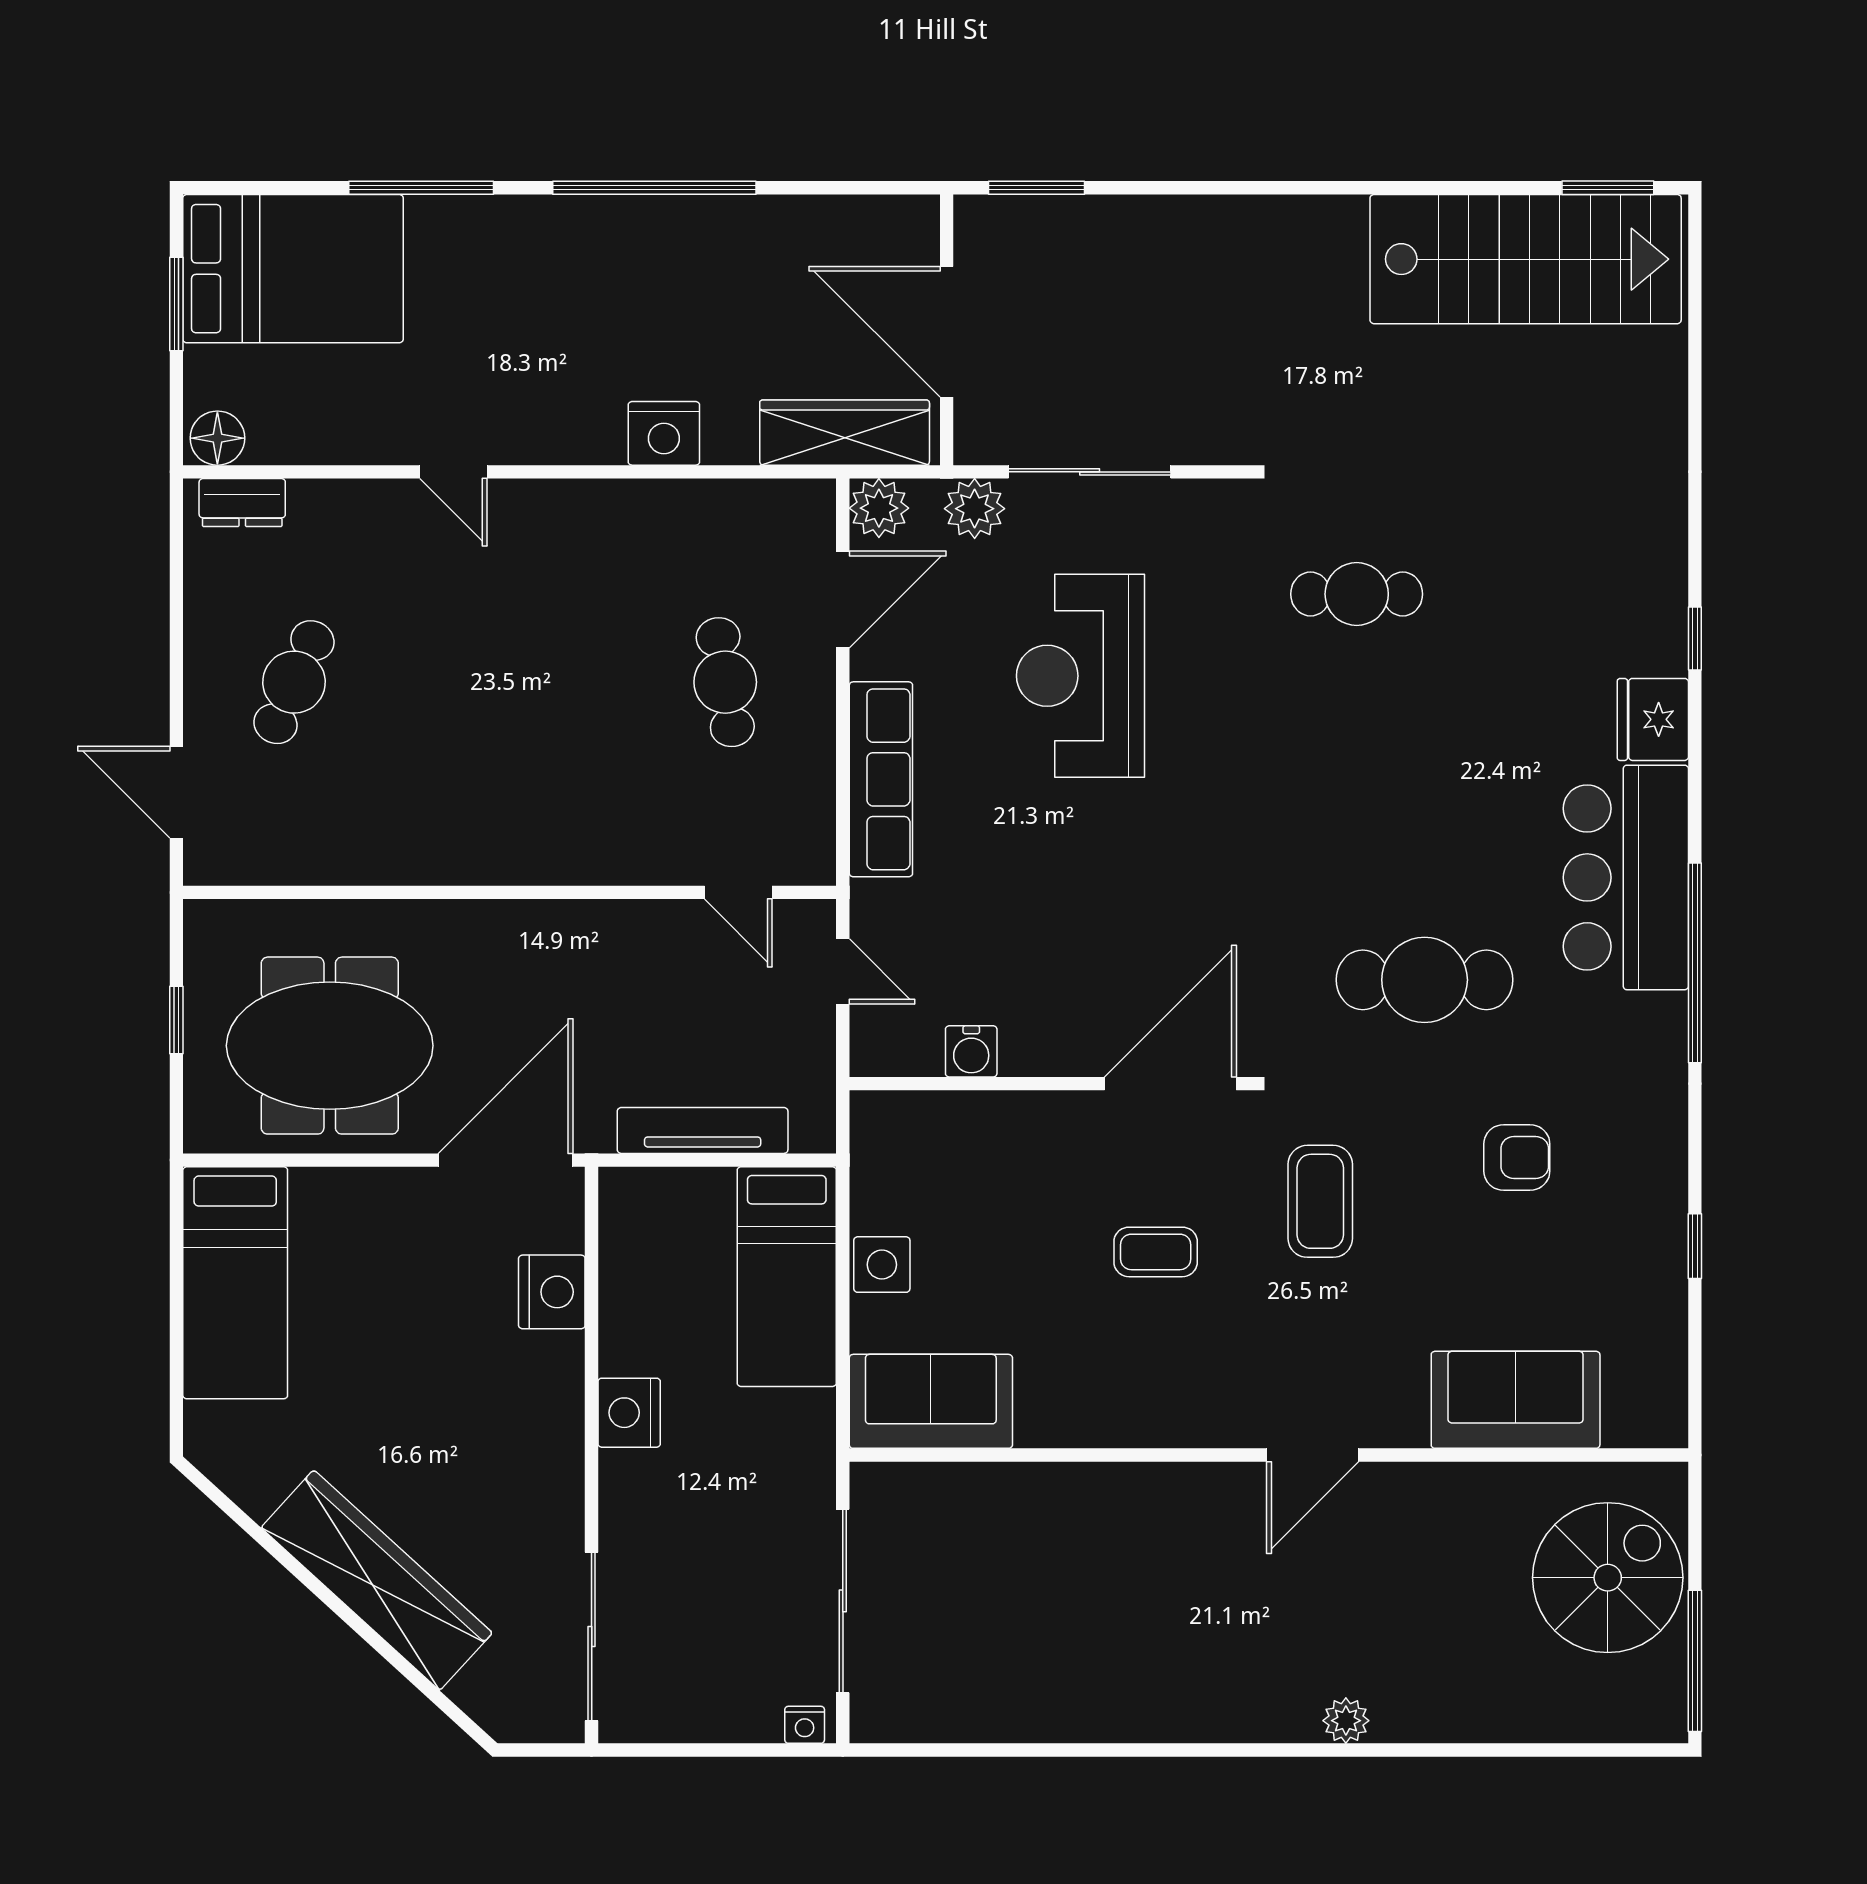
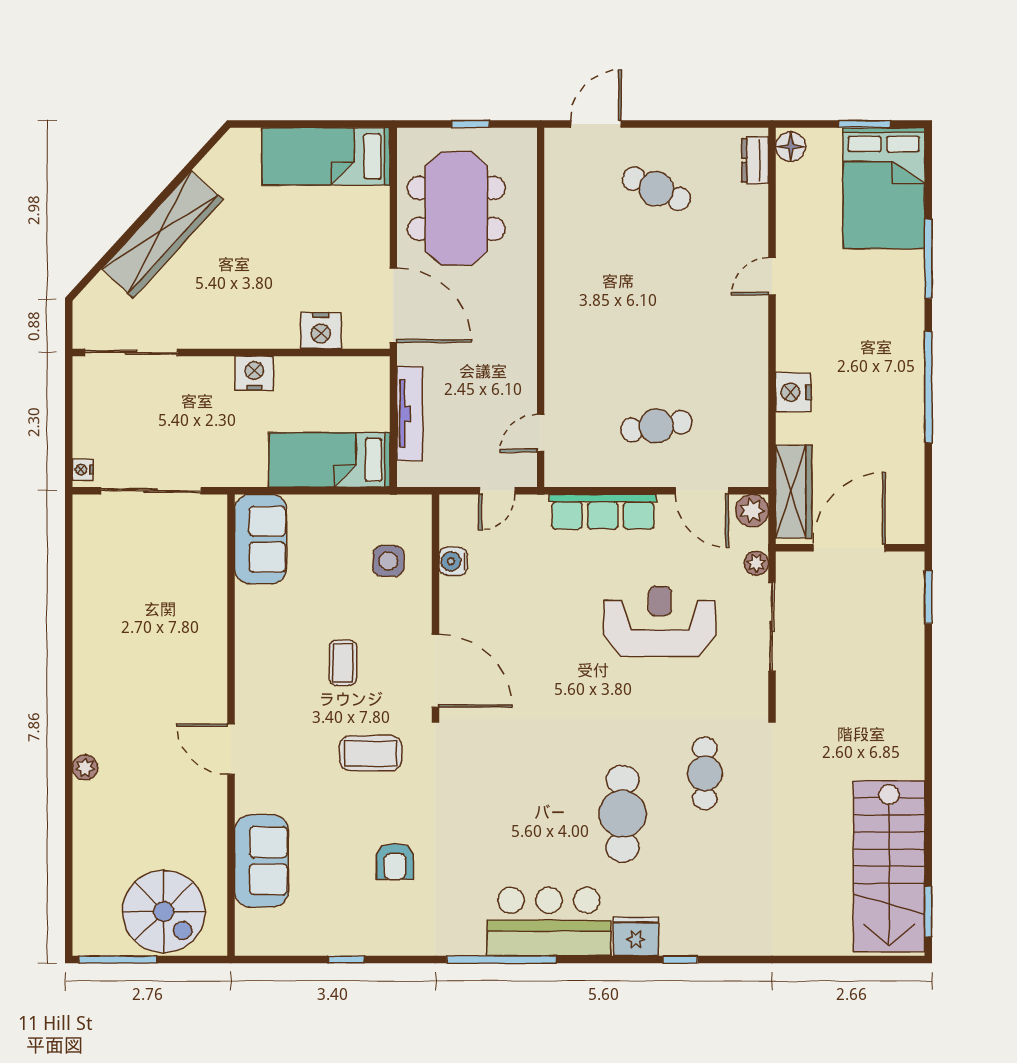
plant: (975, 509) -> (756, 563), width x0.73, depth x0.73
cafe table: (1425, 980) -> (623, 814), moved
side table: (882, 1265) -> (388, 561), moved

